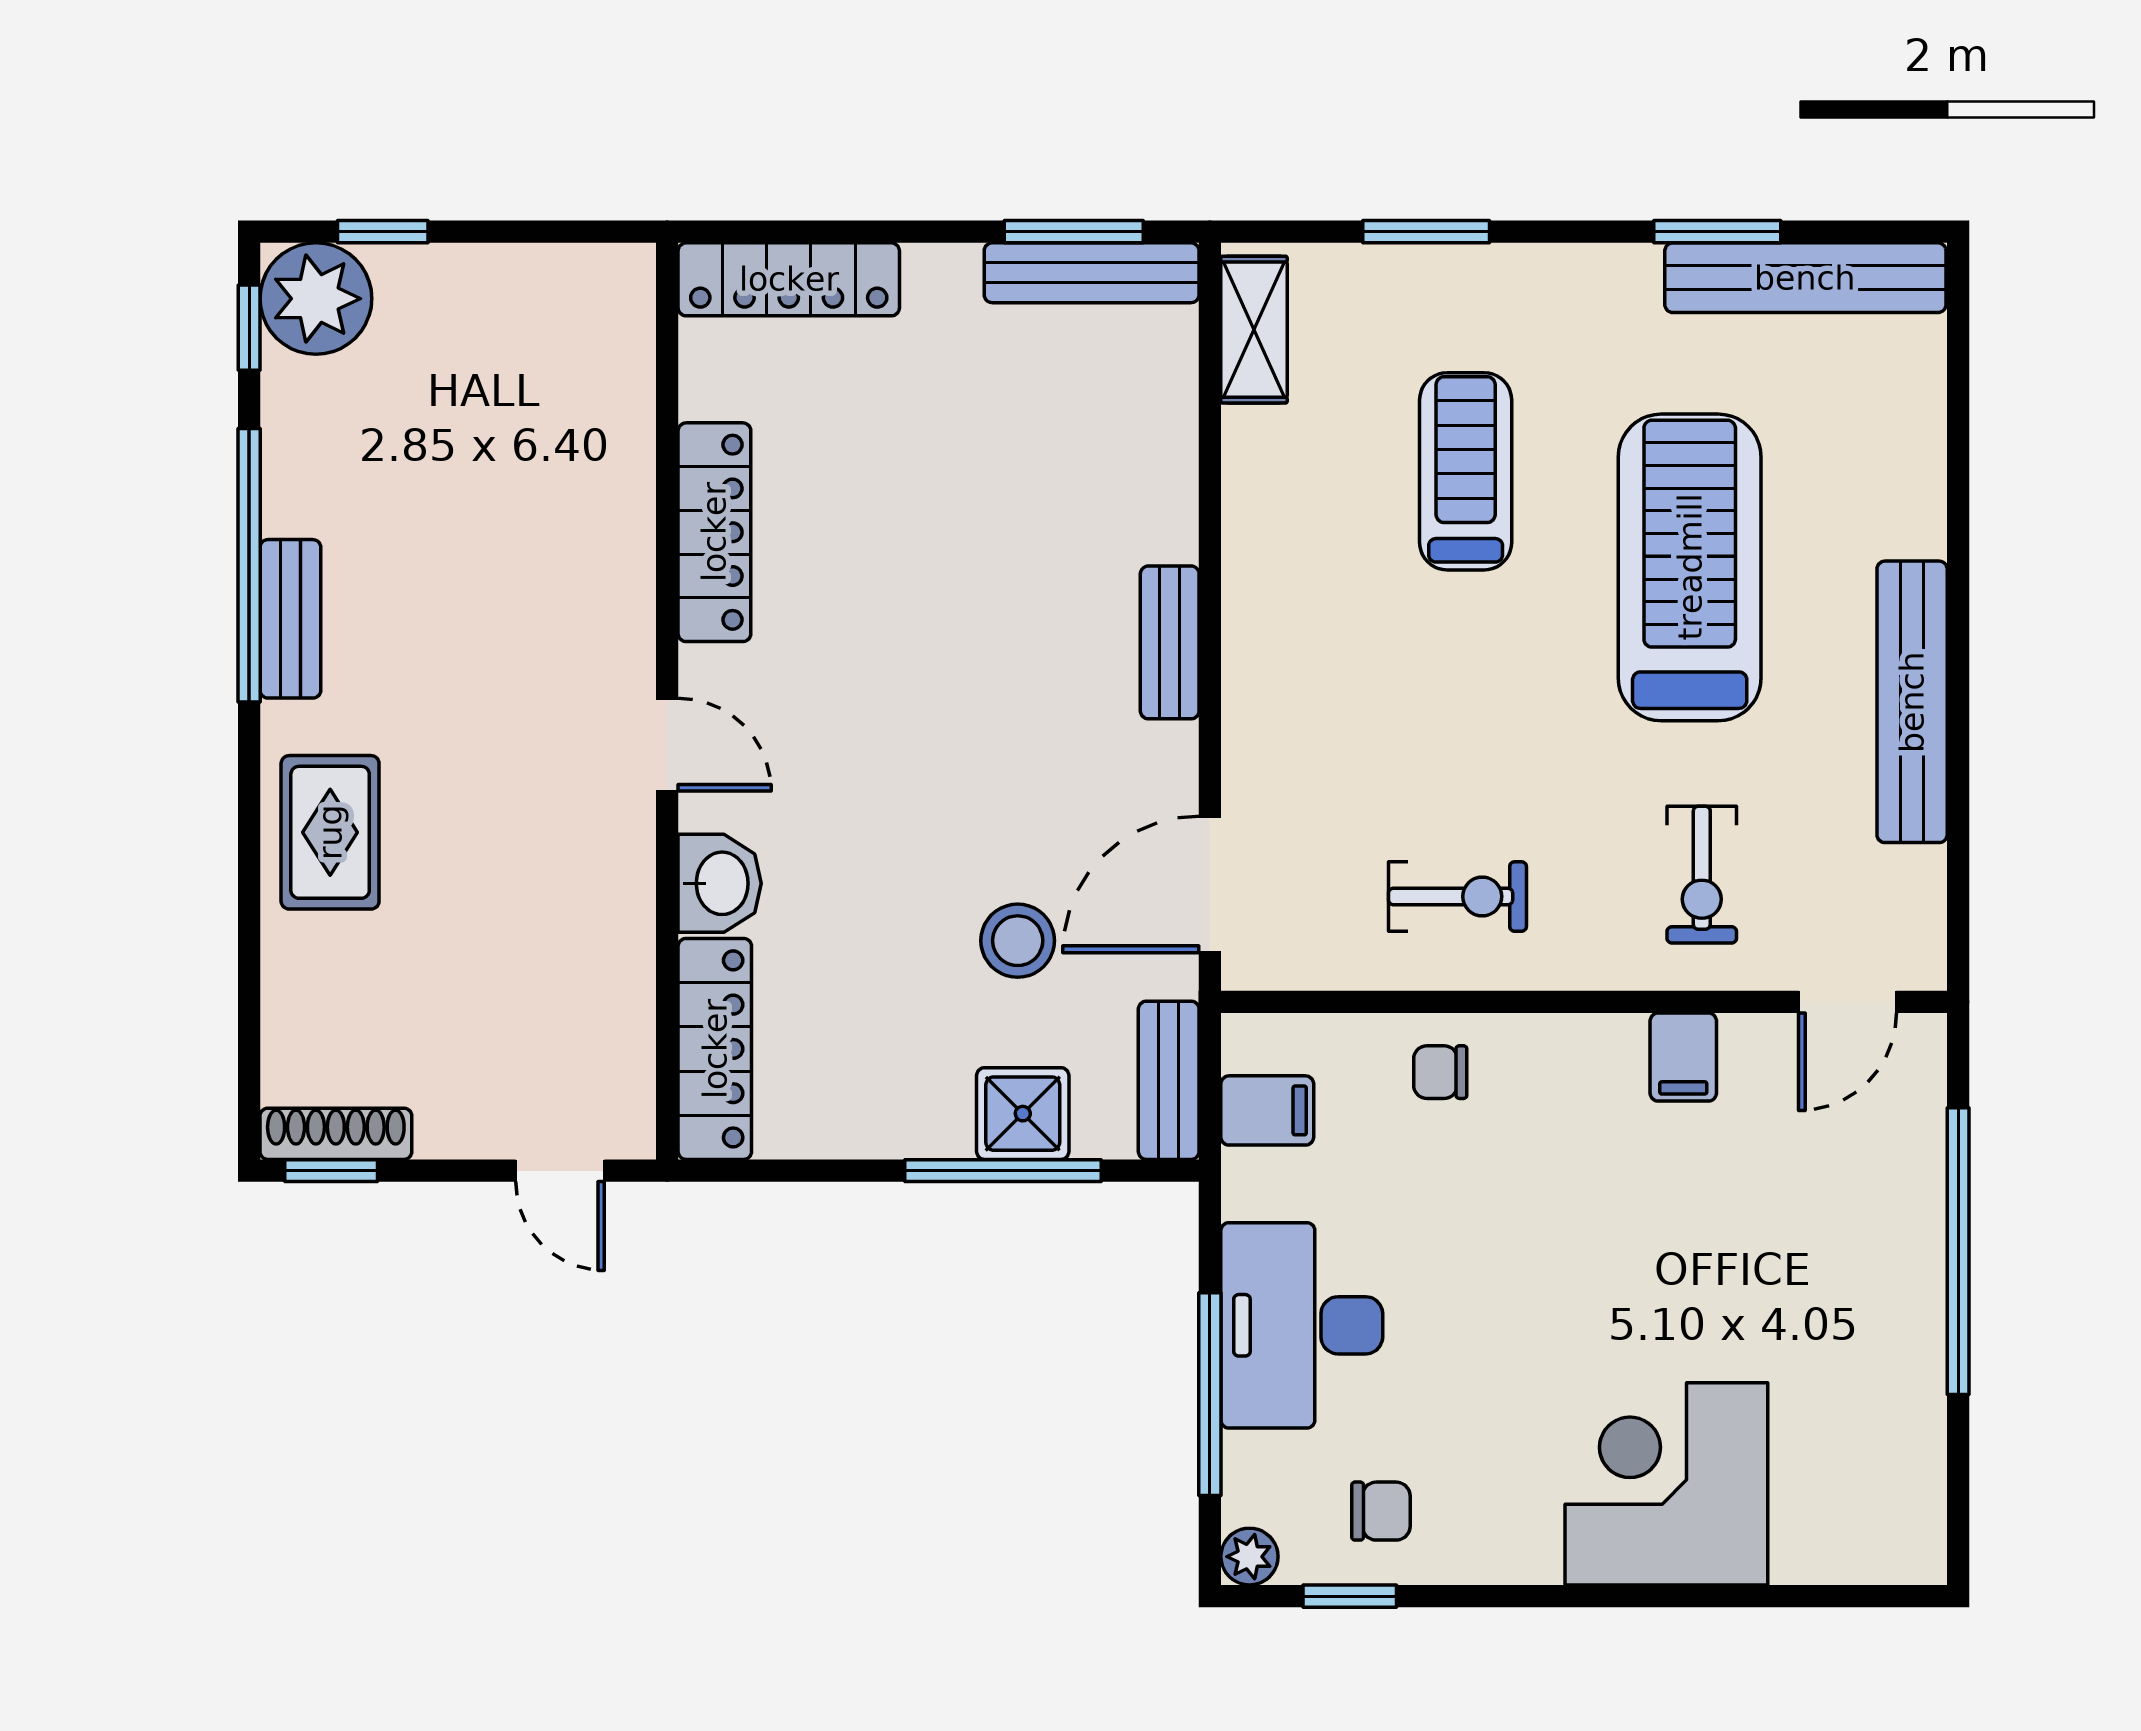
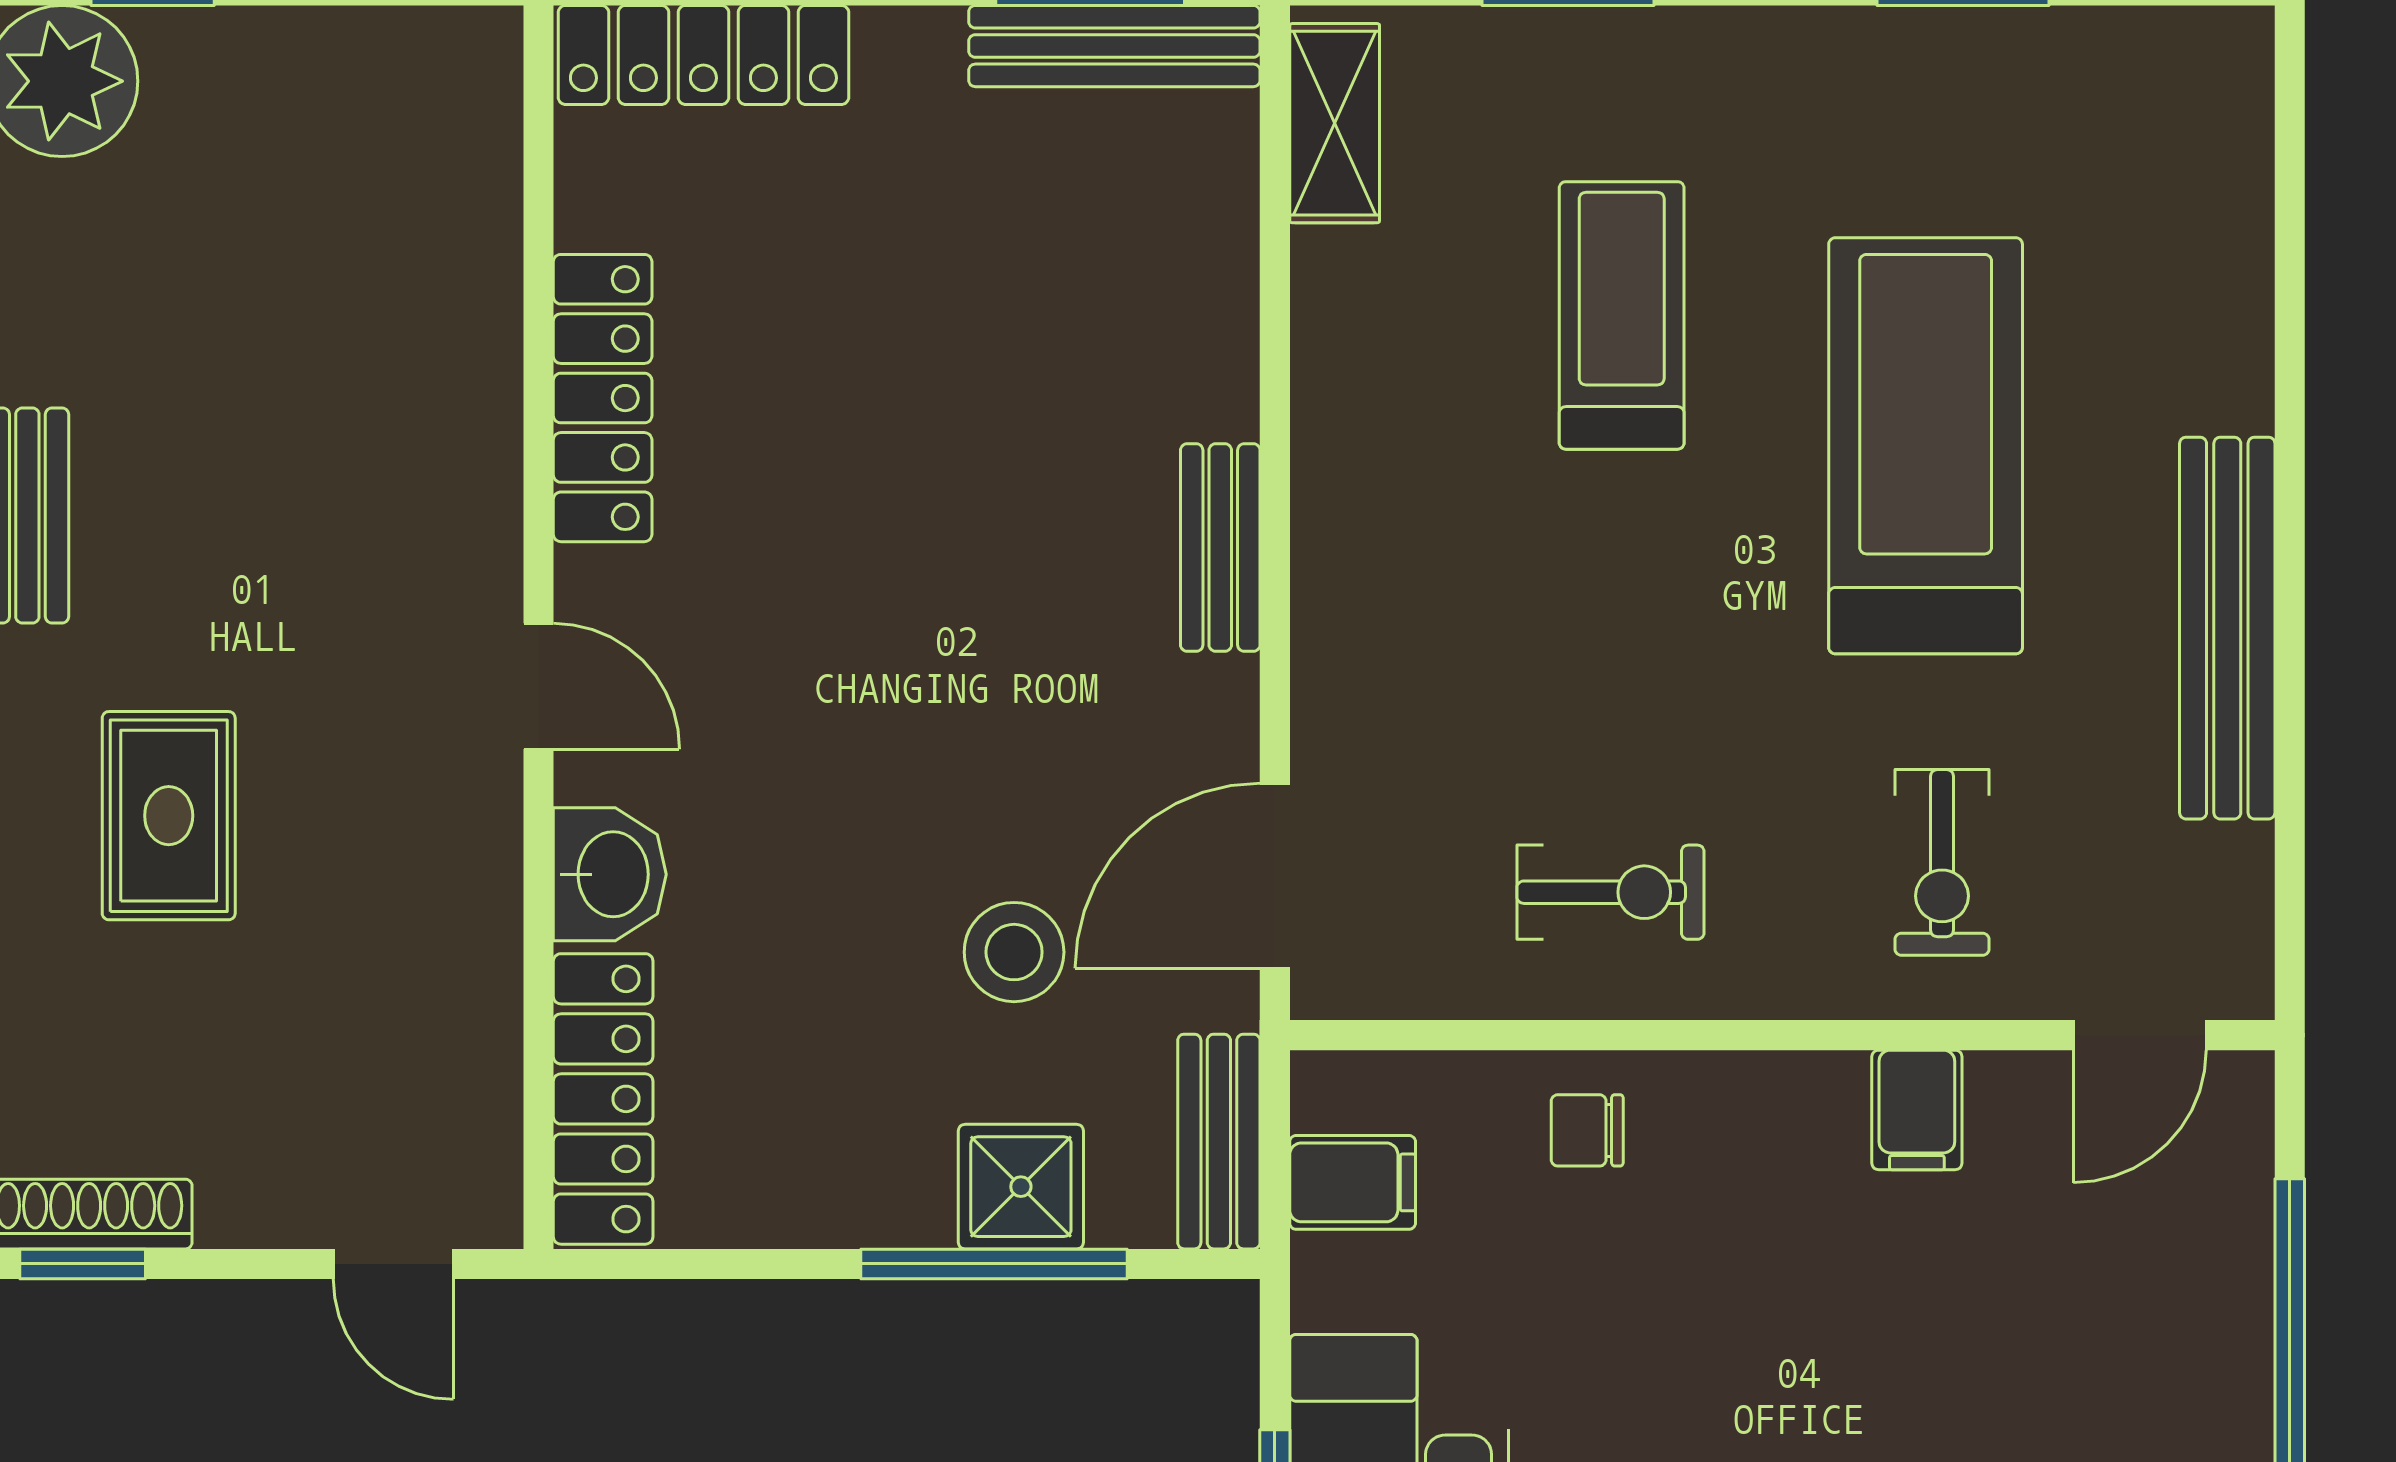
bench: (1805, 278) -> (2083, 53), removed
rug: (330, 832) -> (169, 816), moved

